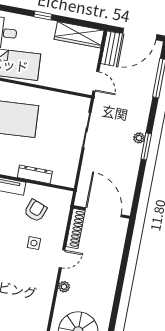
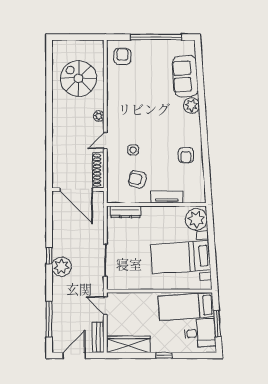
door: (140, 34) -> (74, 355), width x0.73
plant: (139, 138) -> (61, 267), width x1.88, depth x1.88
window: (146, 146) -> (49, 256), width x0.67
dresser: (35, 174) -> (125, 212), moved
armchair: (35, 211) -> (137, 179), turned 84

